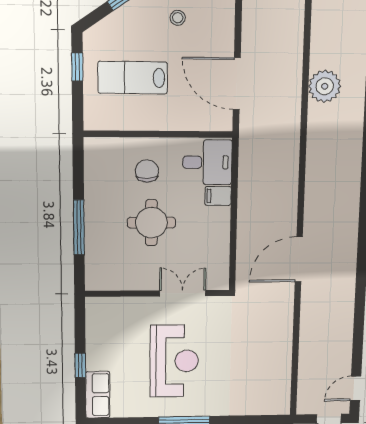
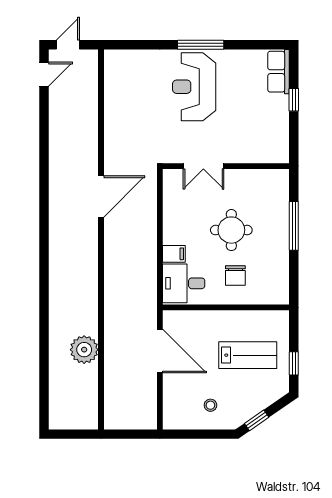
reception desk: (174, 361) -> (194, 87), moved

